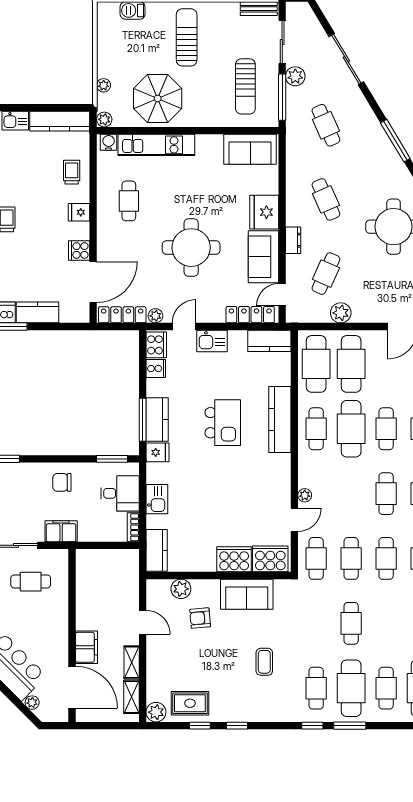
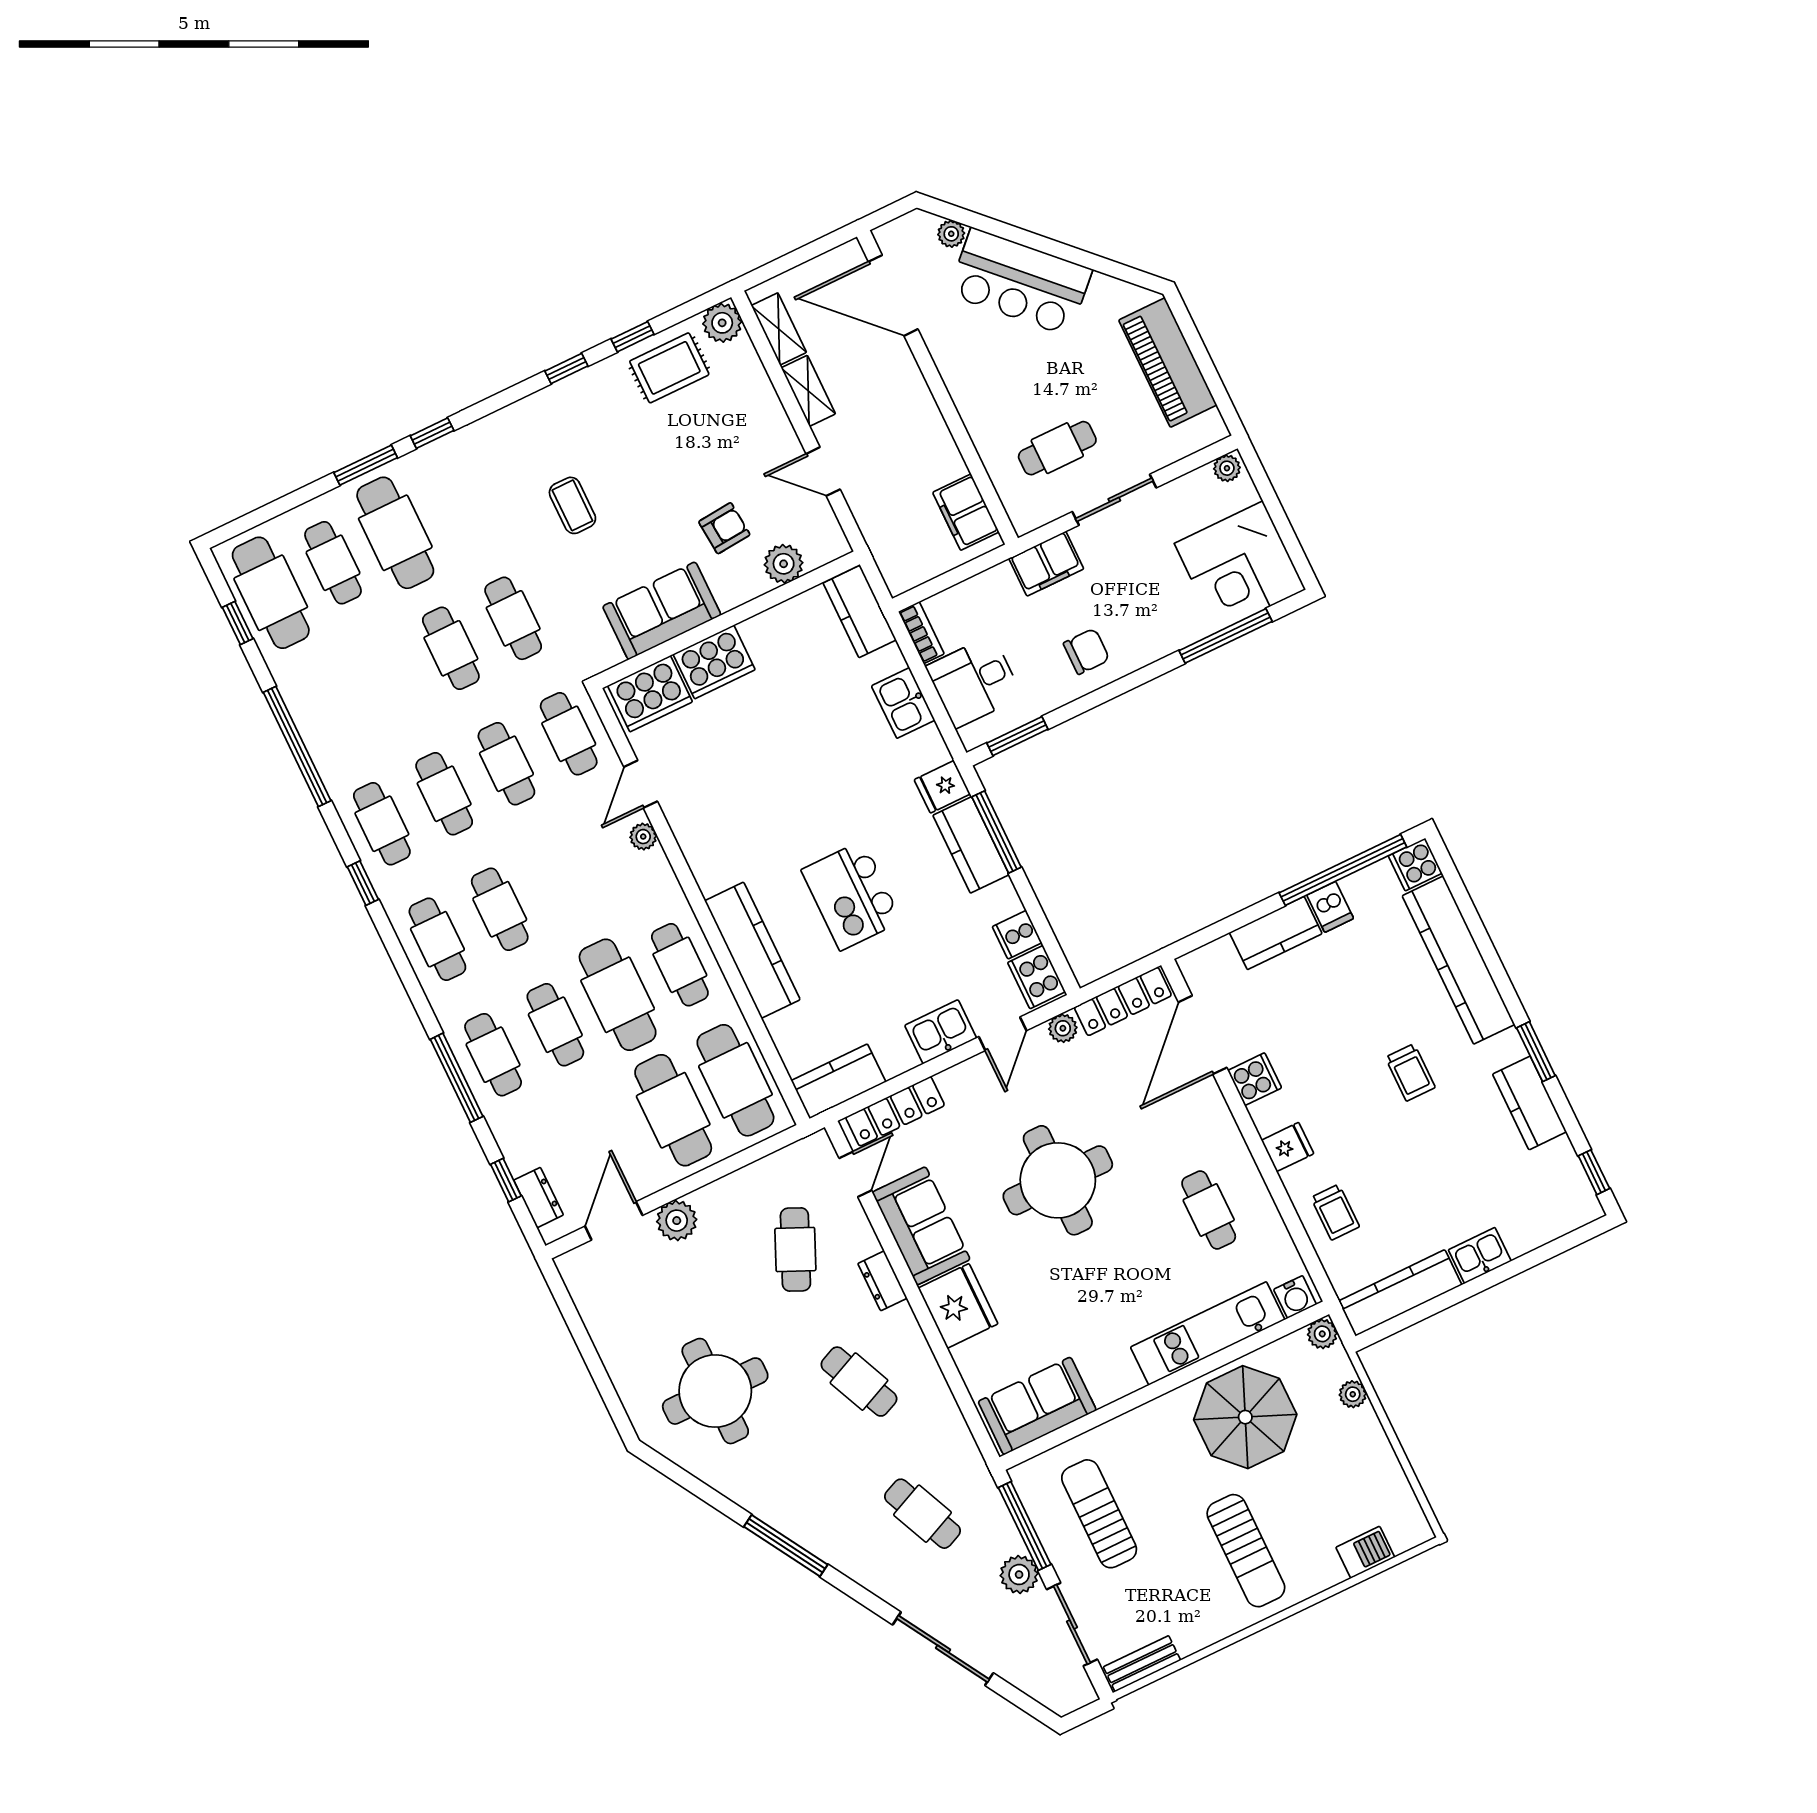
plant: (341, 313) -> (677, 1221), moved
filing cabinet: (86, 647) -> (966, 512), moved
cafe table: (316, 688) -> (513, 618), moved

